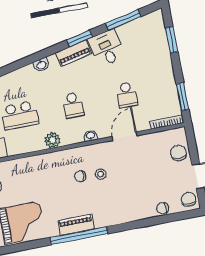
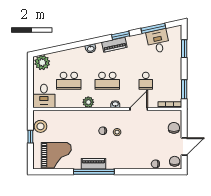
desk: (107, 48) -> (158, 41), moved
school desk: (73, 105) -> (107, 81), width x1.85

